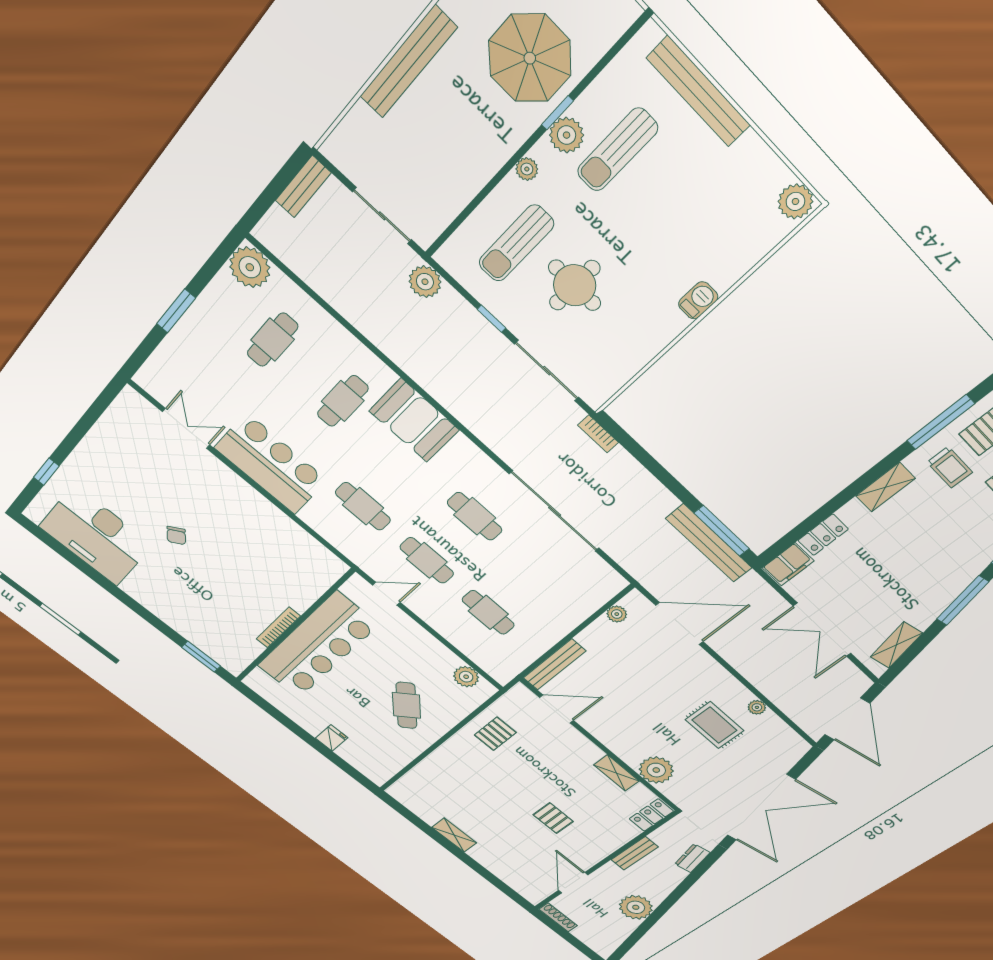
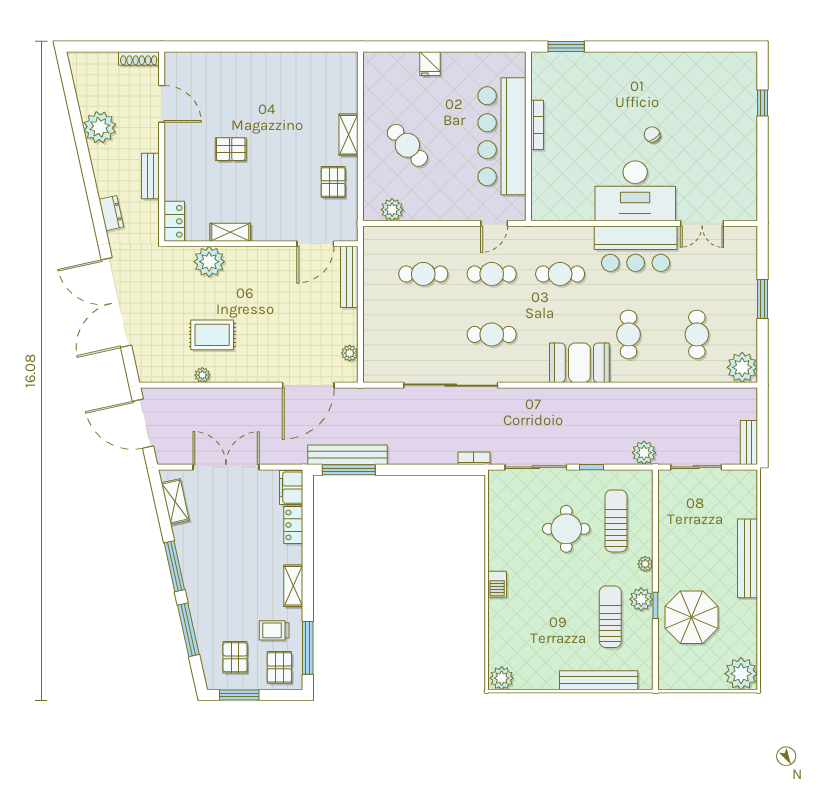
desk: (96, 536) -> (635, 191), moved, turned 180
shelving: (454, 835) -> (349, 135), moved, turned 90

